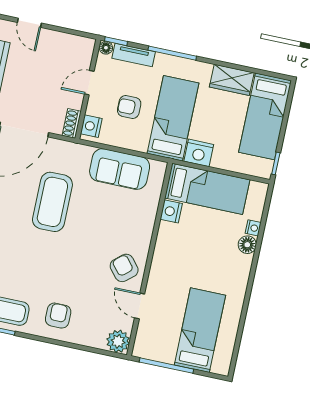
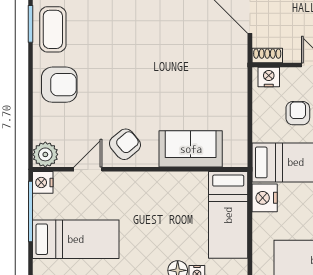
sofa: (120, 169) -> (191, 149), moved, turned 90
coffee table: (52, 202) -> (179, 53), removed
nightstand: (171, 211) -> (43, 182), moved, turned -90
armchair: (58, 316) -> (59, 85), width x1.38, depth x1.38

